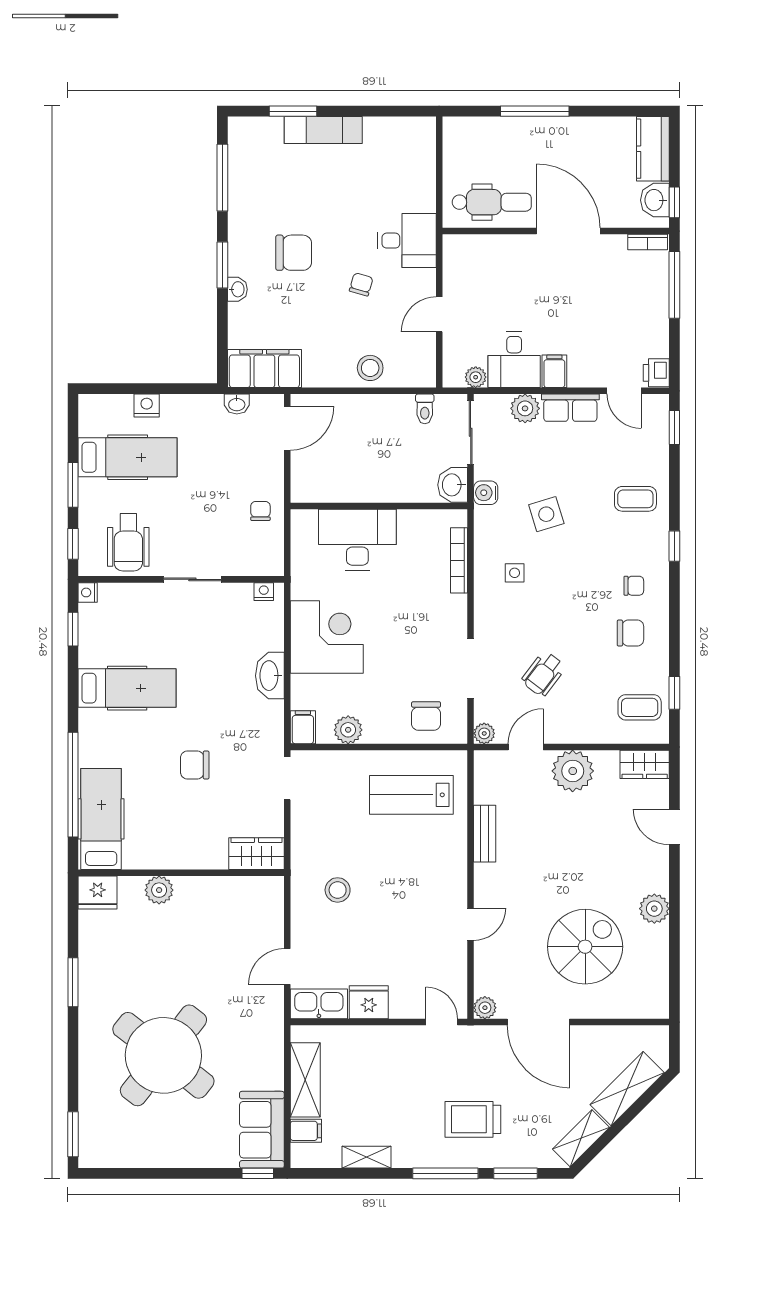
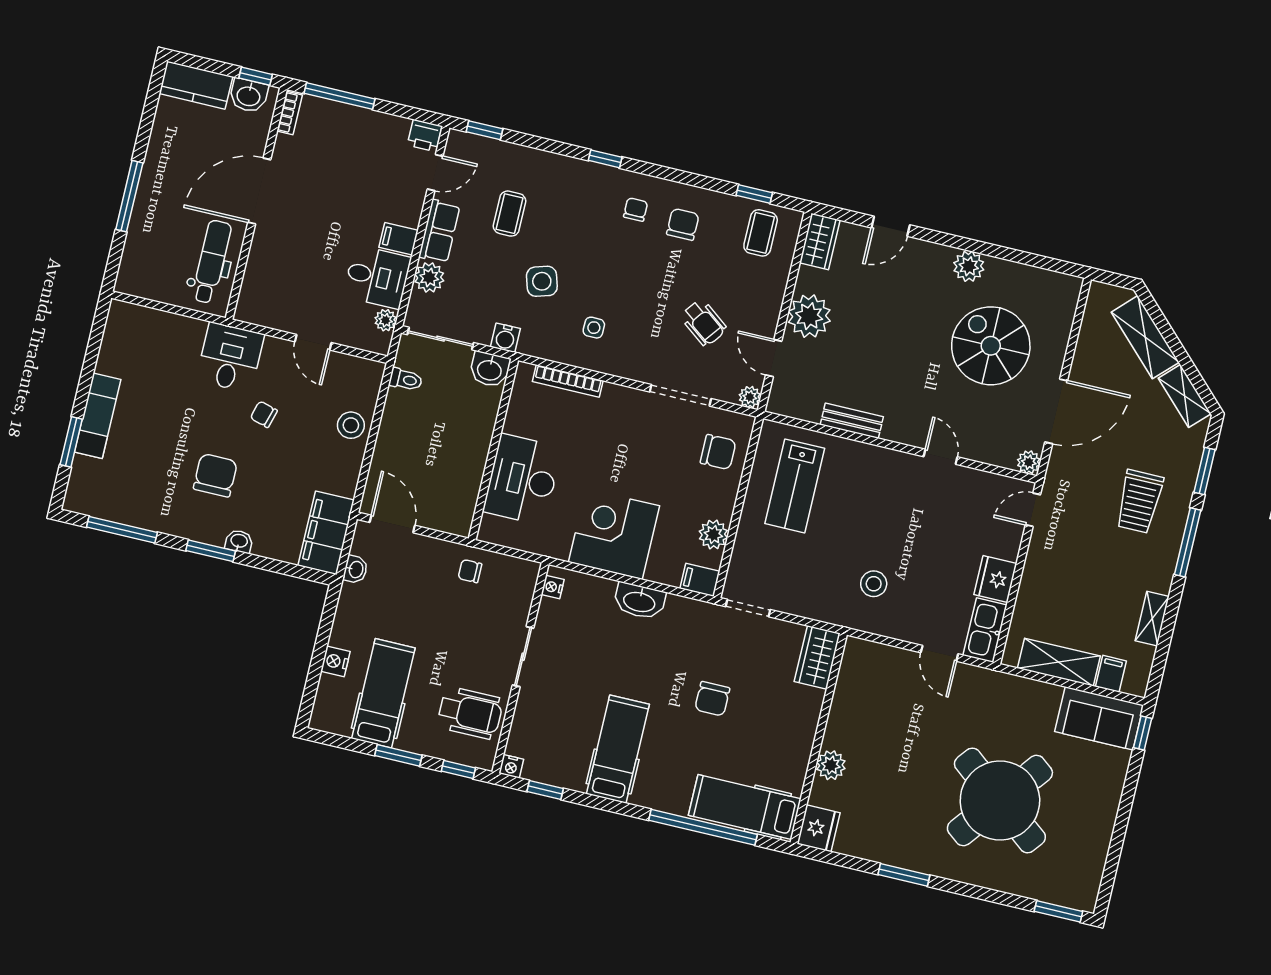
coffee table: (635, 499) -> (509, 214), moved

